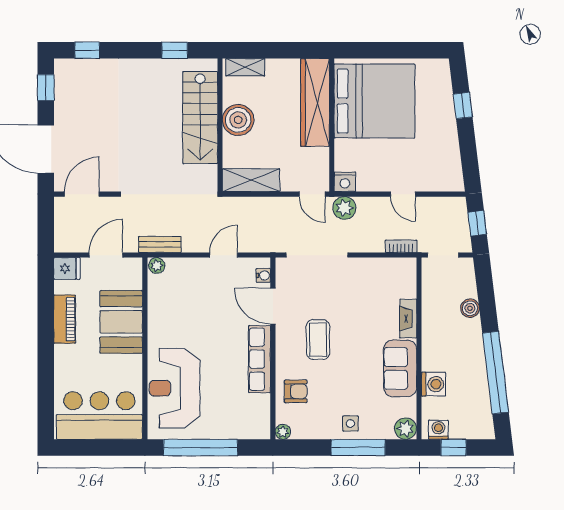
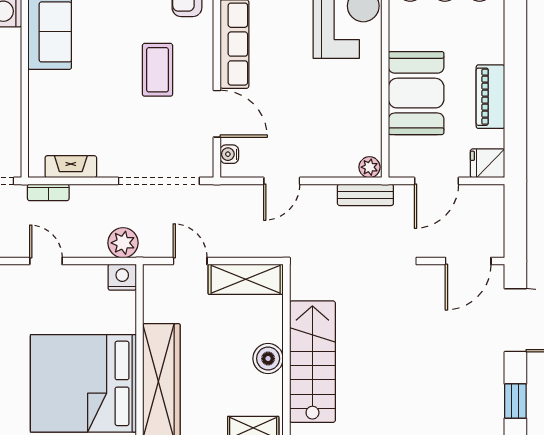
boiler: (238, 120) -> (268, 359), width x0.73, depth x0.73
door: (312, 194) -> (190, 261), moved
fireplace: (408, 319) -> (71, 167), moved, turned -90

